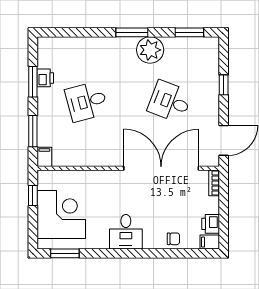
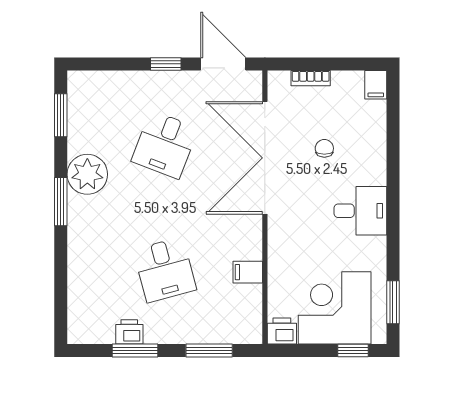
window: (224, 85) -> (166, 64), moved
filing cabinet: (44, 157) -> (248, 272), moved
bookcase: (214, 183) -> (311, 78), moved
window: (33, 196) -> (353, 350), moved
printer: (211, 224) -> (282, 331), moved, turned 180
chair: (173, 239) -> (324, 148), moved

